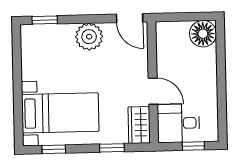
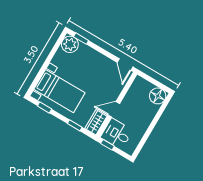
plant: (89, 37) -> (70, 44), moved
door: (153, 91) -> (114, 109), swing flipped
window: (193, 146) -> (107, 145), moved

